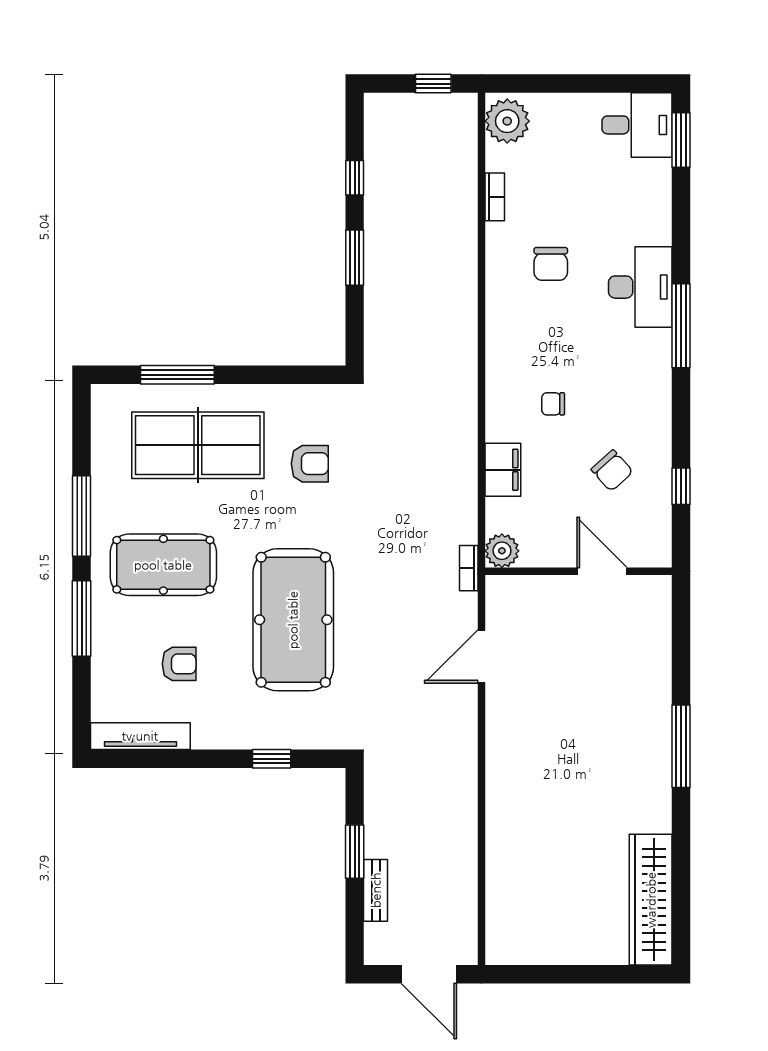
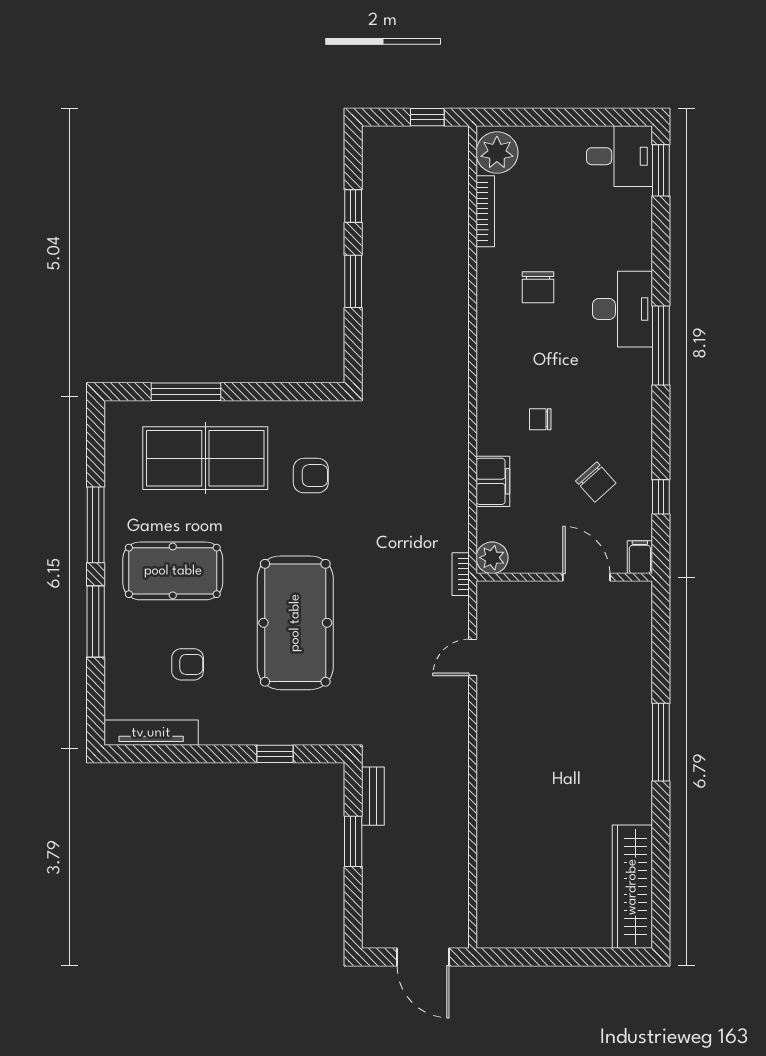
bookcase: (495, 197) -> (485, 211), width x1.56
filing cabinet: (659, 550) -> (640, 557), added
door: (481, 656) -> (473, 657), width x0.73
bench: (376, 890) -> (373, 796), moved

